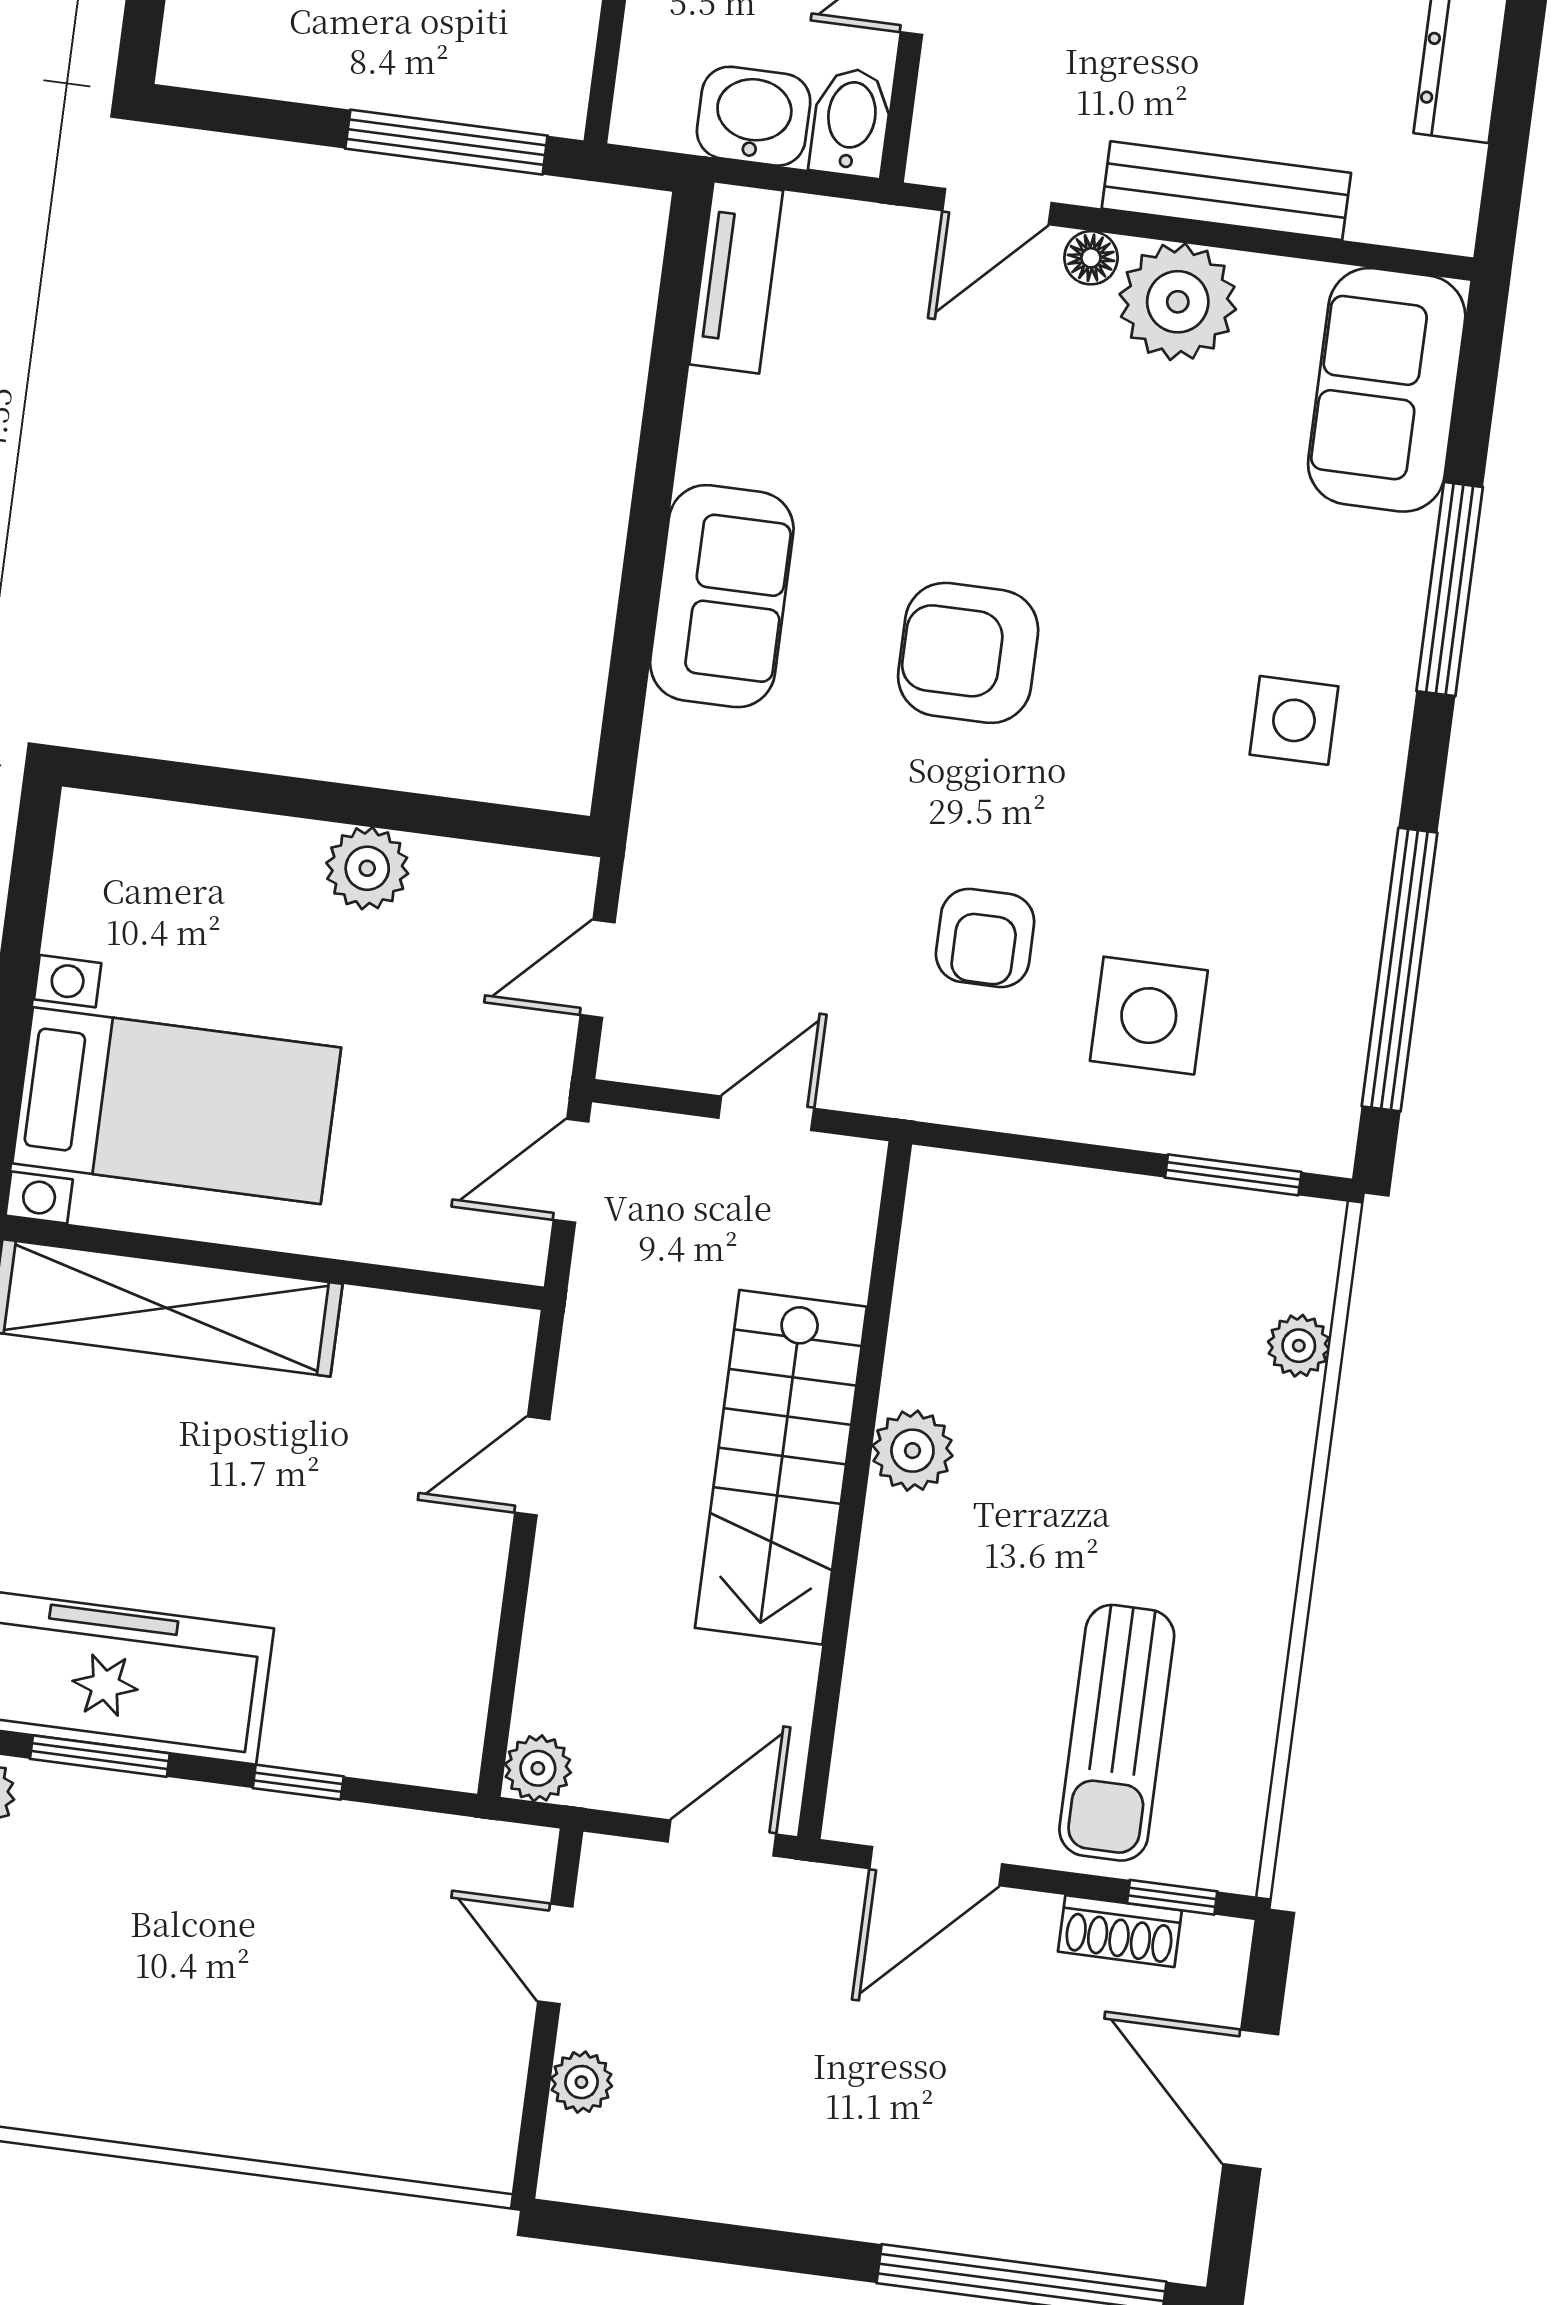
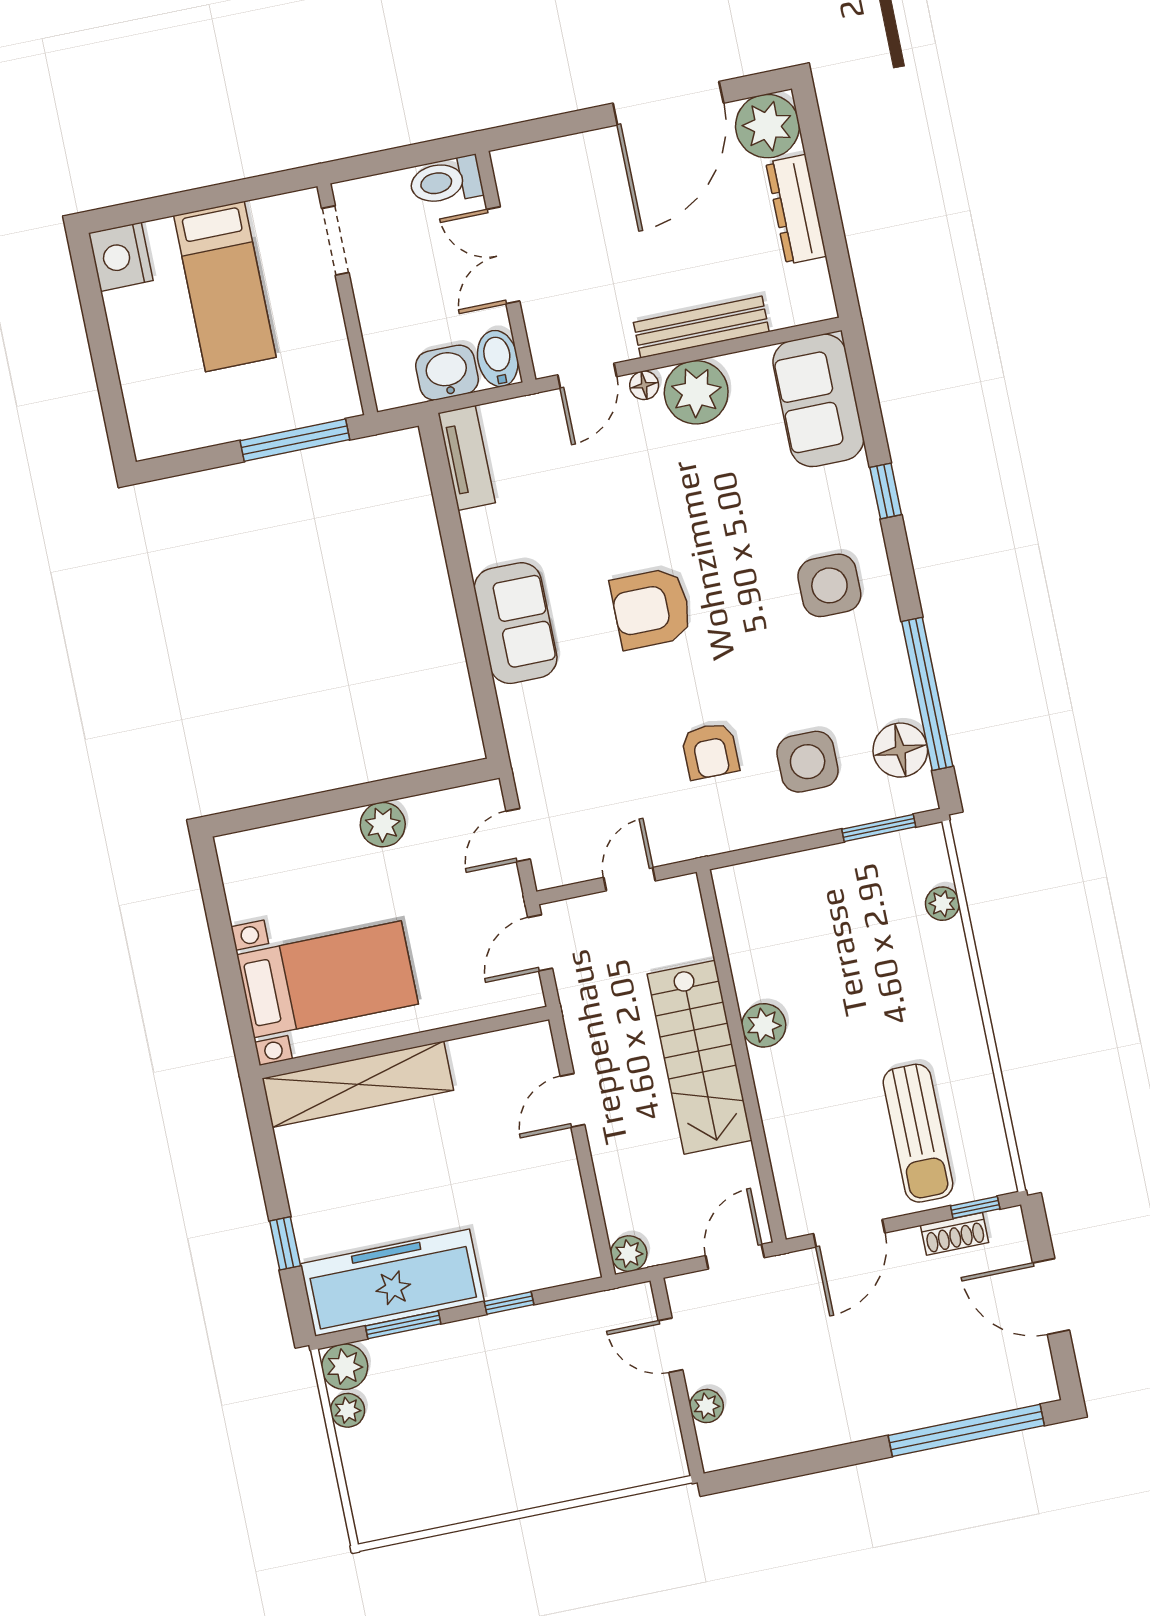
window: (1450, 589) -> (886, 491), width x0.46
side table: (1294, 720) -> (829, 585), width x1.37, depth x1.37
floor lamp: (1318, 1052) -> (900, 750), added

